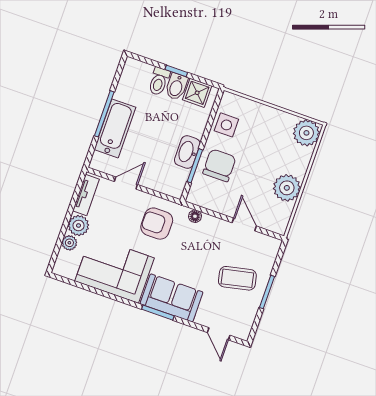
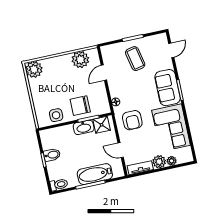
toilet: (159, 81) -> (59, 185), moved
shower: (197, 93) -> (102, 125), moved
plant: (287, 188) -> (80, 60), moved

